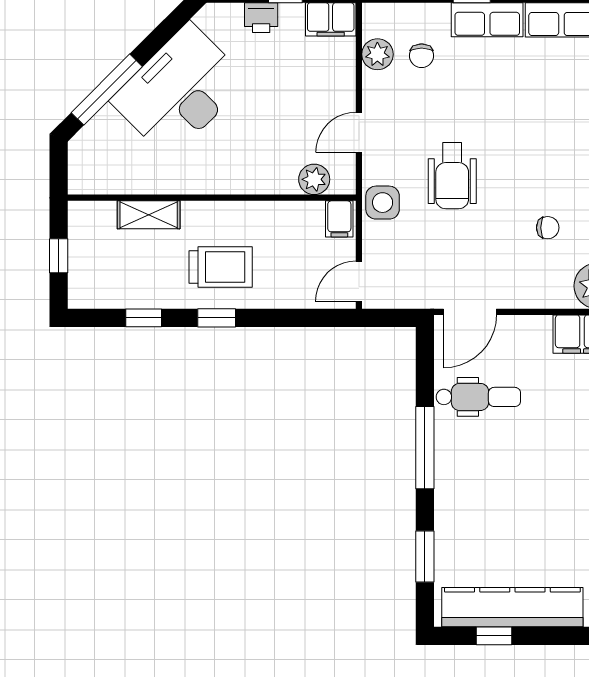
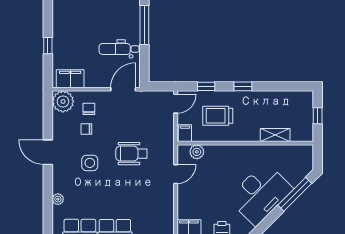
plant: (377, 54) -> (167, 211), removed
chair: (422, 56) -> (89, 109), moved
wheelchair: (452, 176) -> (132, 154), turned -90
side table: (383, 203) -> (90, 163), moved
trolley: (221, 267) -> (218, 116), moved
window: (144, 318) -> (206, 86), moved

